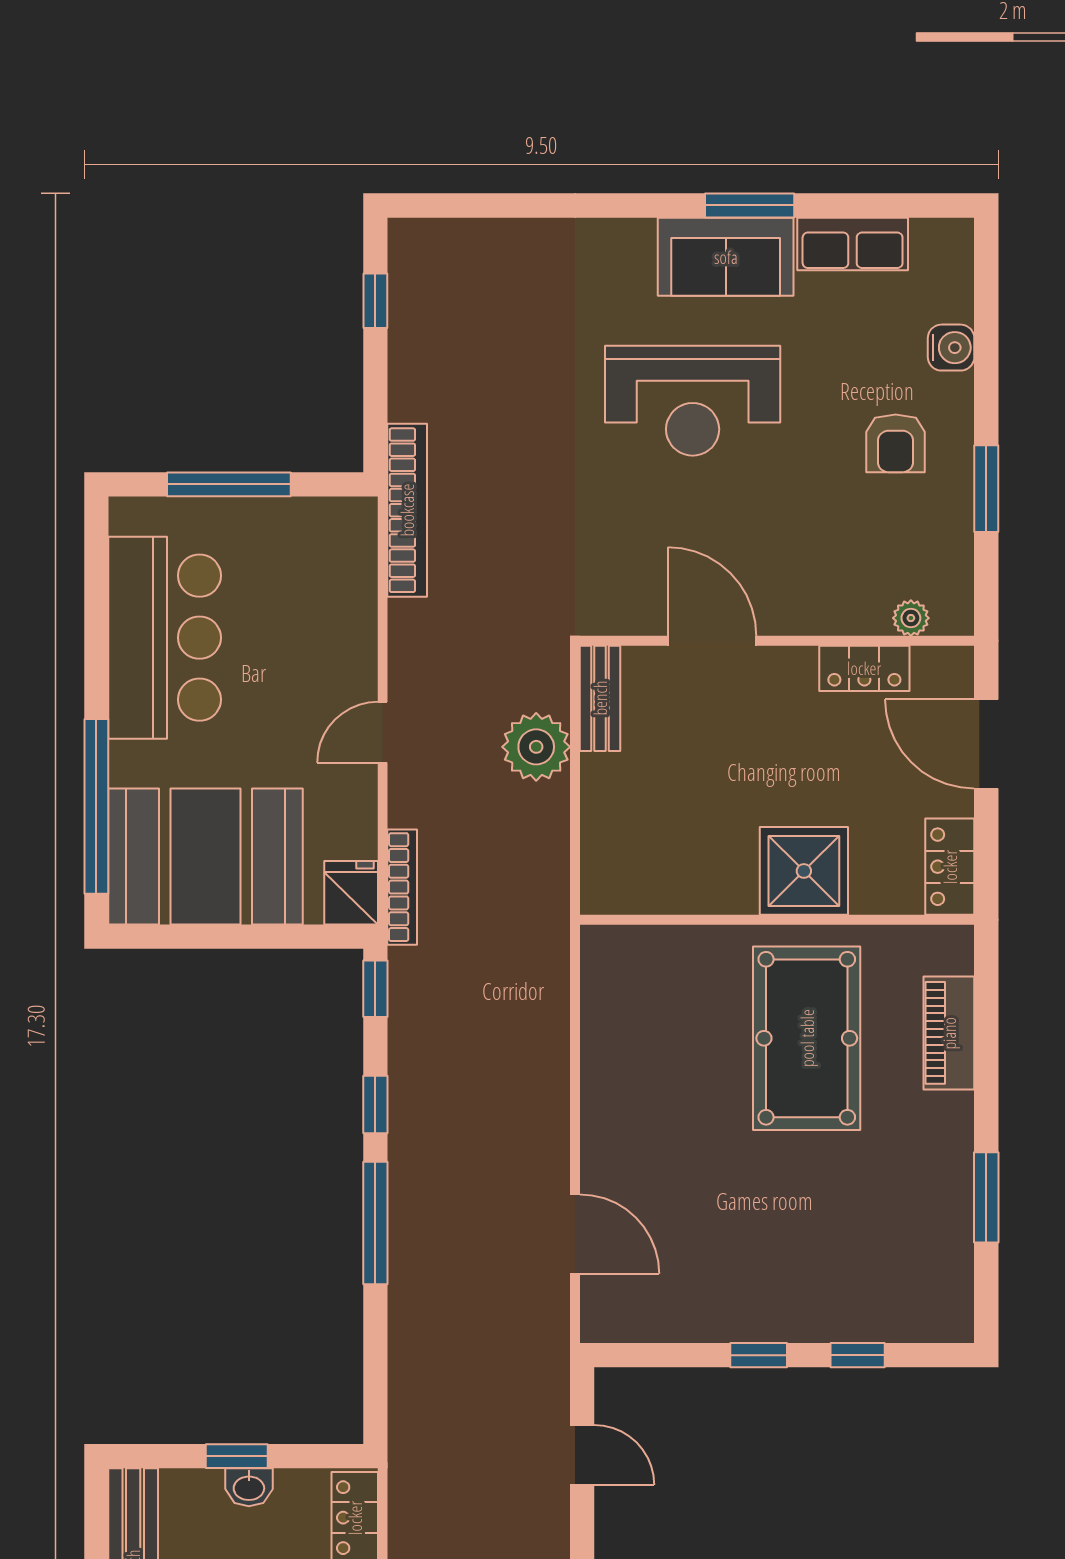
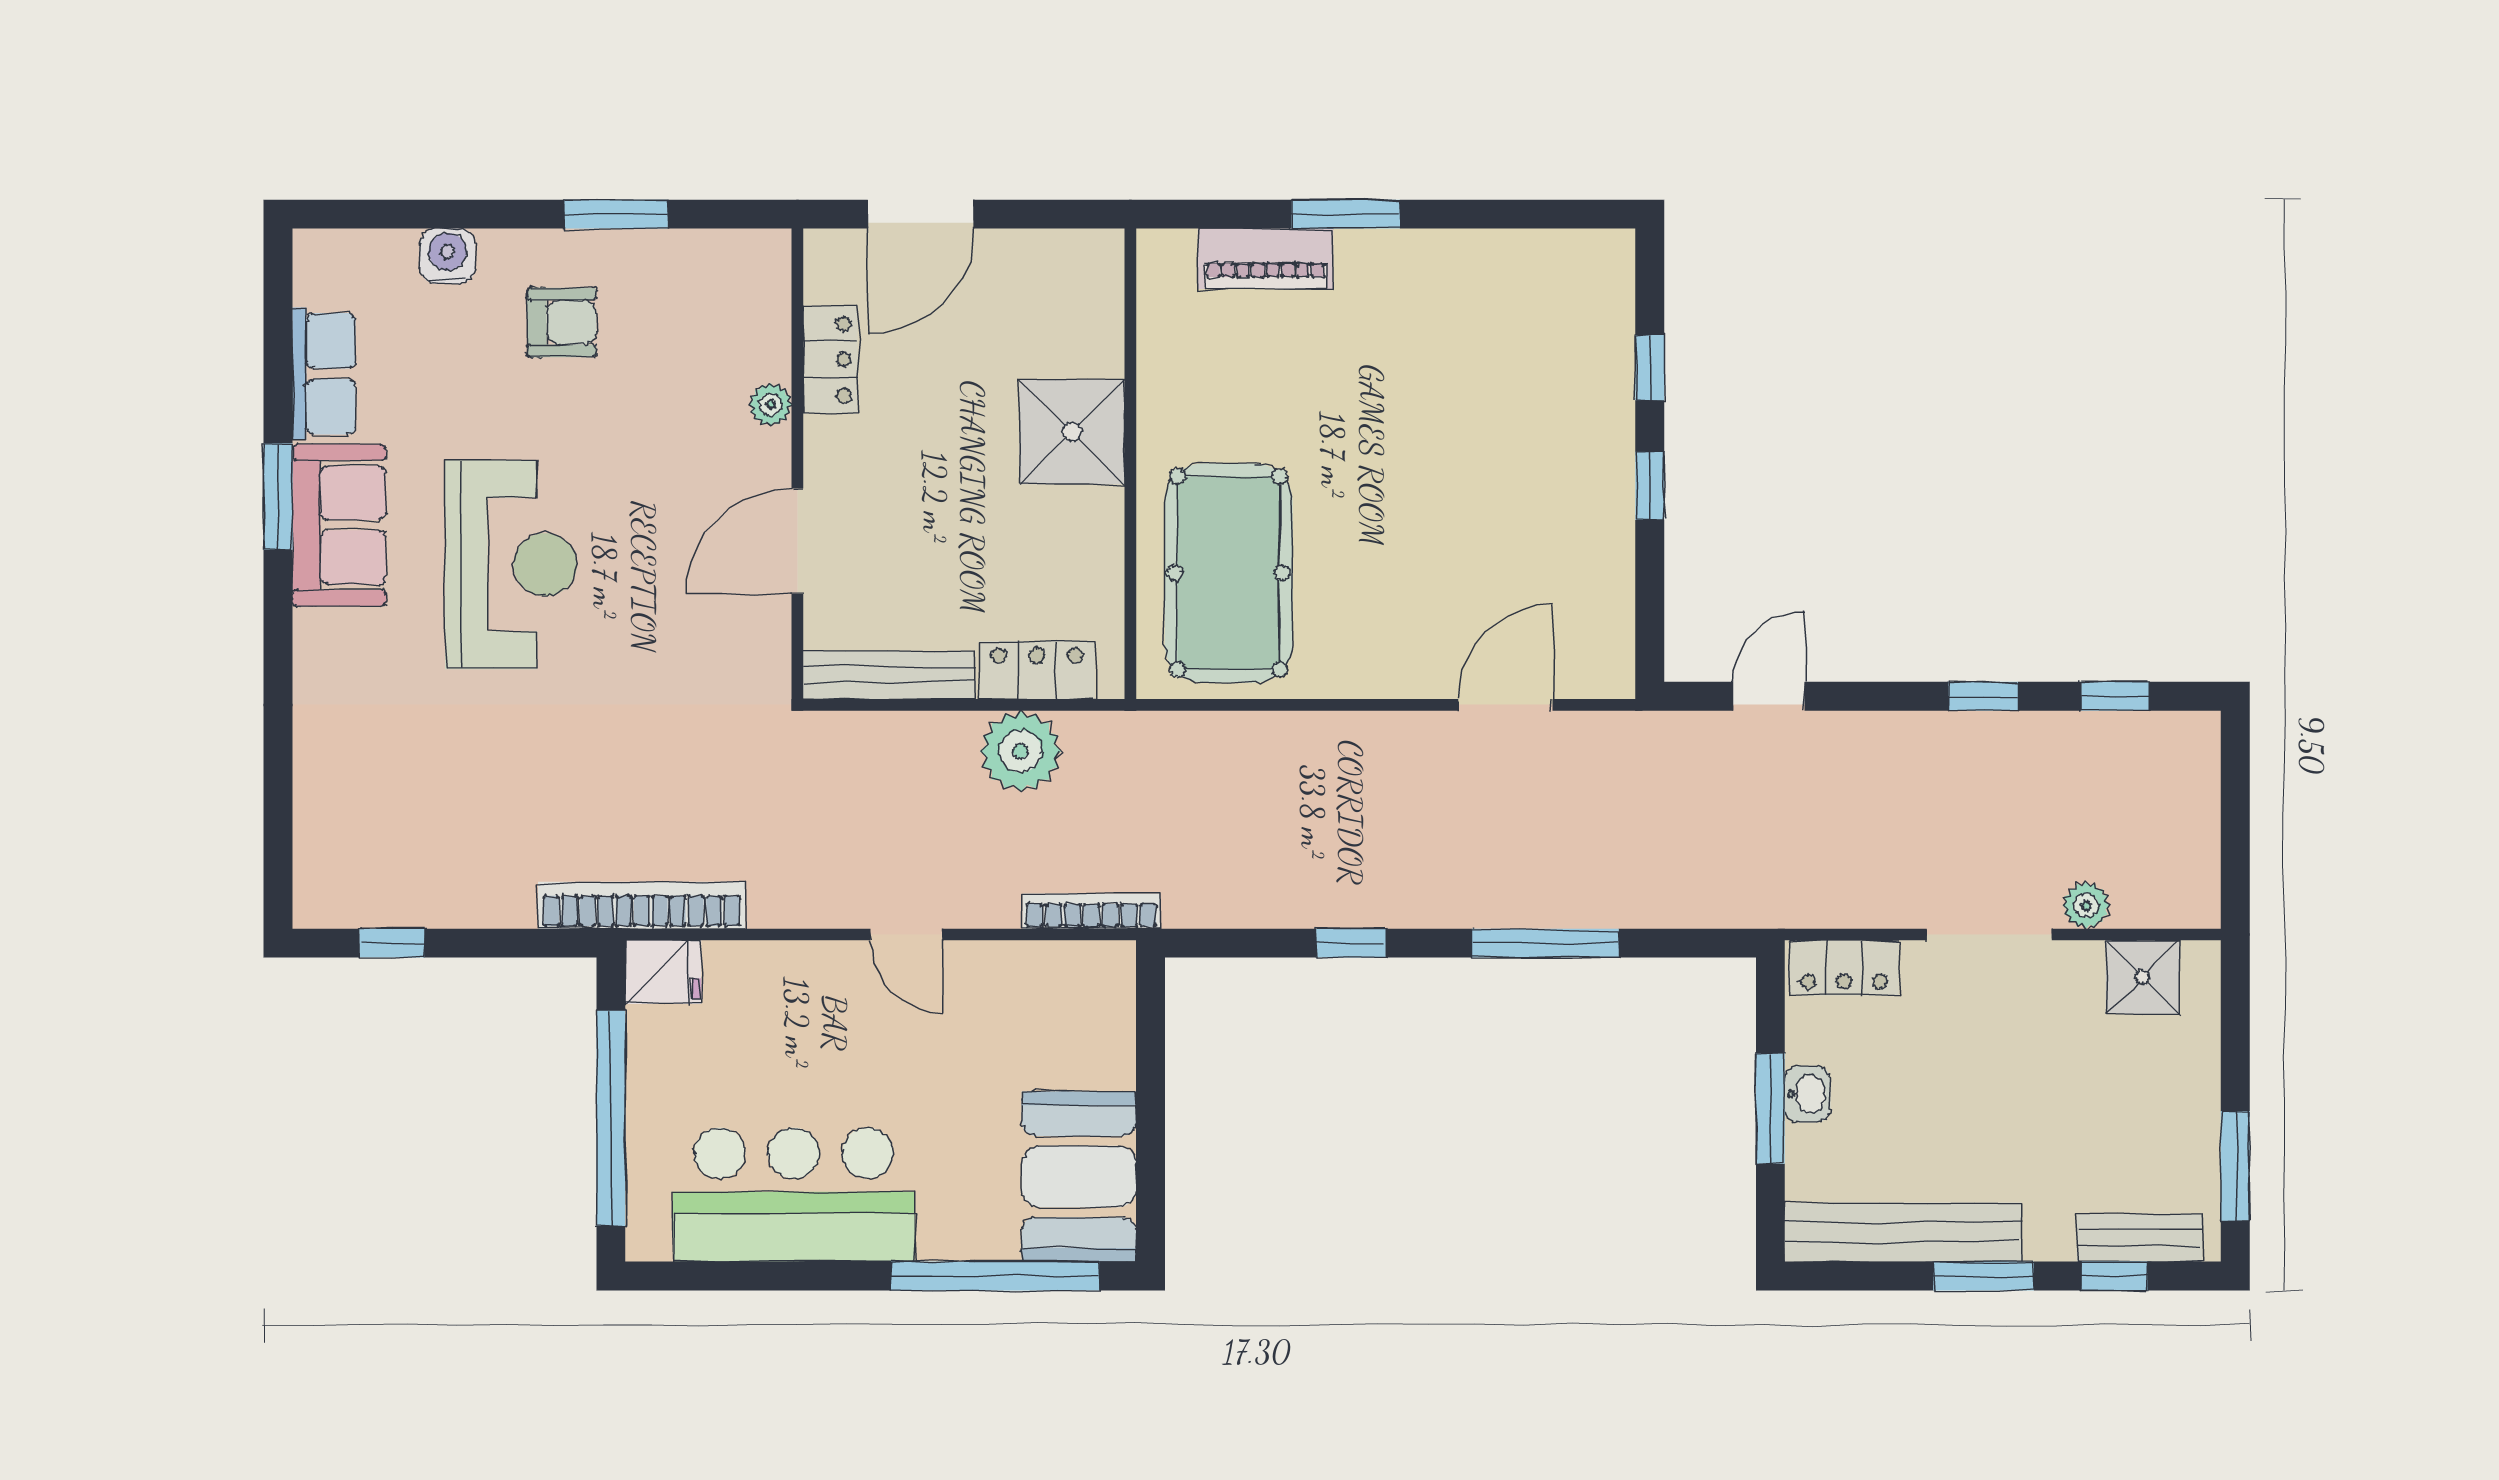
window: (229, 484) -> (611, 1118), width x1.46
plant: (911, 618) -> (770, 405), moved
bench: (600, 698) -> (889, 675), width x1.36
plant: (536, 747) -> (1021, 751), moved
booth: (205, 856) -> (1079, 1177), width x0.73, depth x0.70
locker: (950, 867) -> (1037, 670), moved, turned 180
fridge: (351, 893) -> (663, 972), moved, turned 180
window: (375, 989) -> (1213, 943), removed
pool table: (807, 1038) -> (1229, 573), moved, turned 90
window: (986, 1197) -> (1346, 214), moved
window: (375, 1223) -> (1545, 943), moved
window: (237, 1456) -> (1770, 1109), width x1.50

